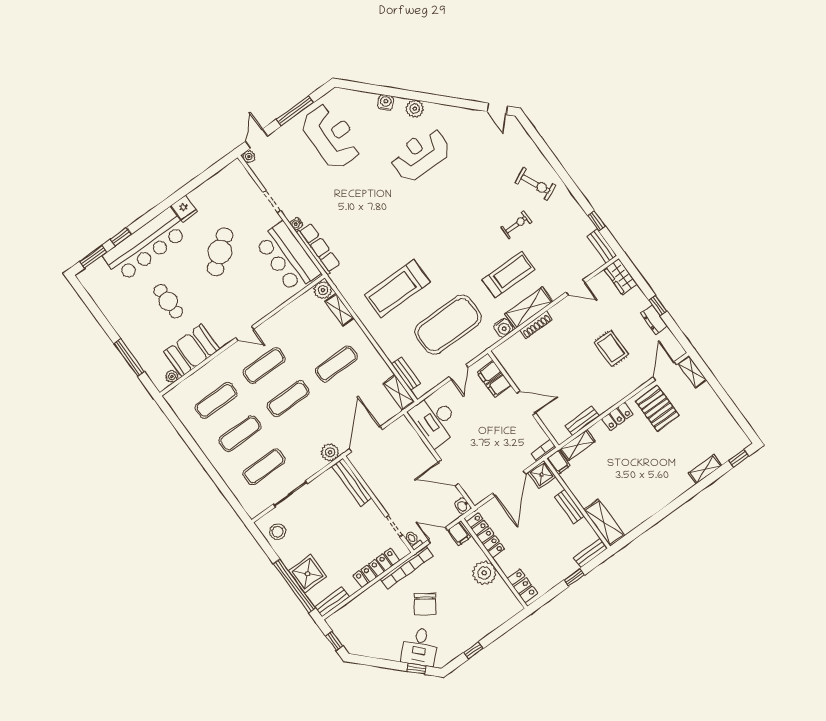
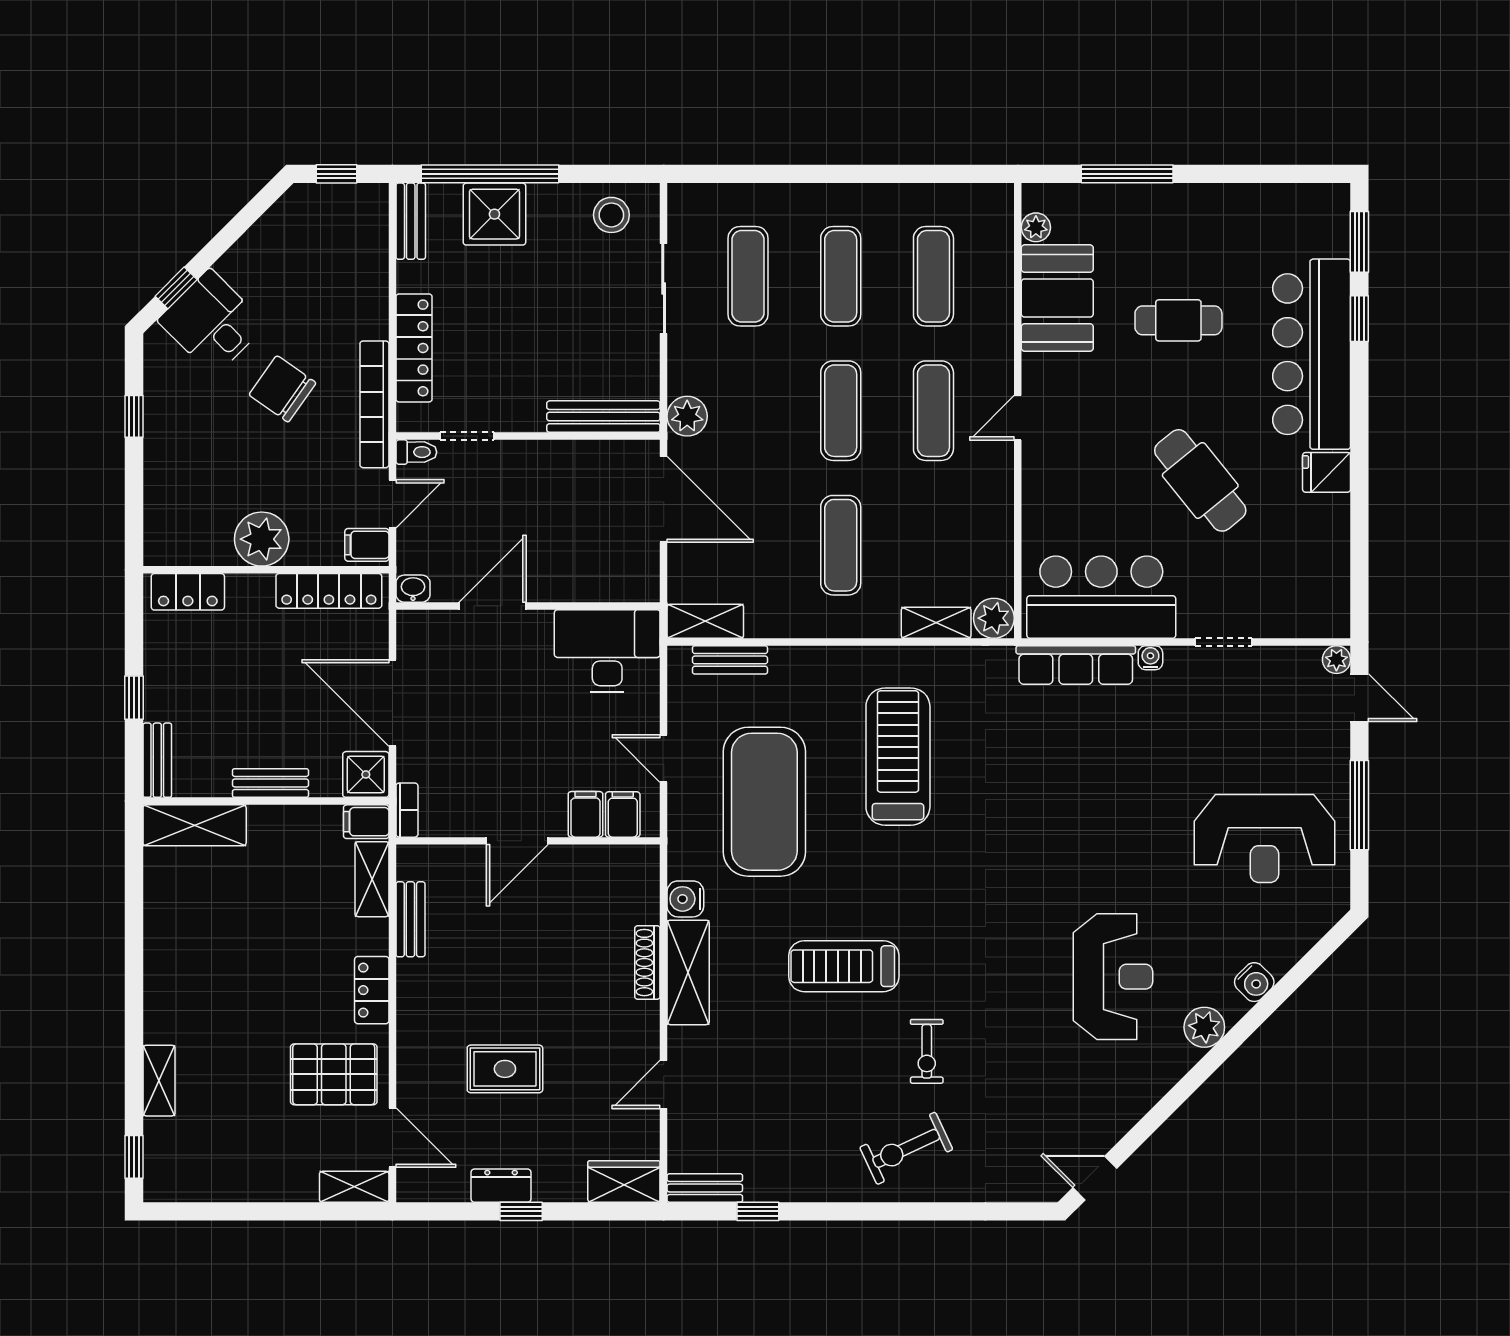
exercise bike: (516, 225) -> (927, 1051), moved
treadmill: (508, 274) -> (844, 966), moved, turned 90

